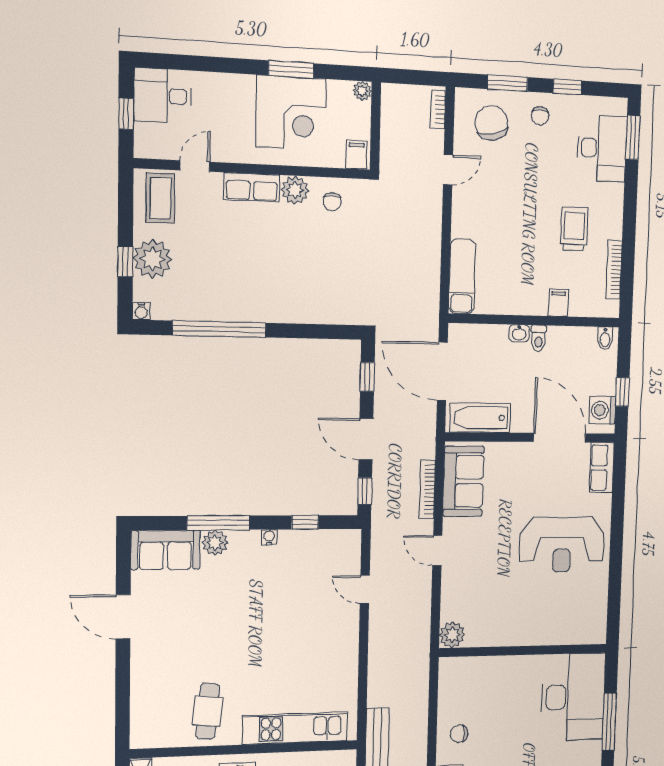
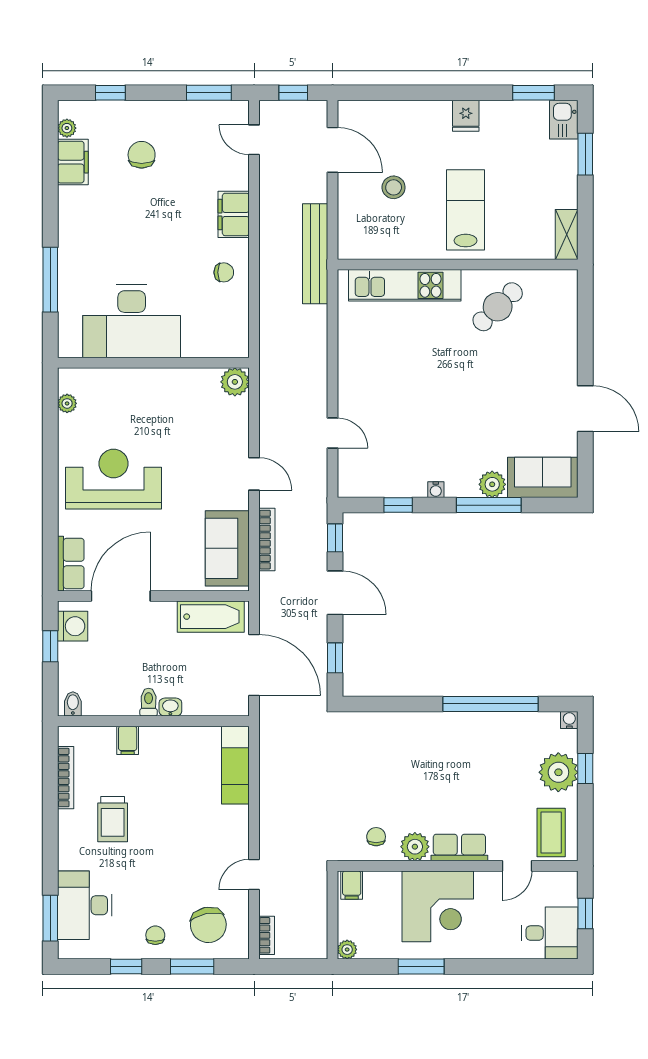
corner desk: (291, 113) -> (438, 906), moved, turned 180
door: (559, 438) -> (121, 596), swing flipped
plant: (599, 612) -> (67, 403), added
desk: (573, 697) -> (132, 321), moved, turned -90
cafe table: (208, 711) -> (498, 307), turned 41

